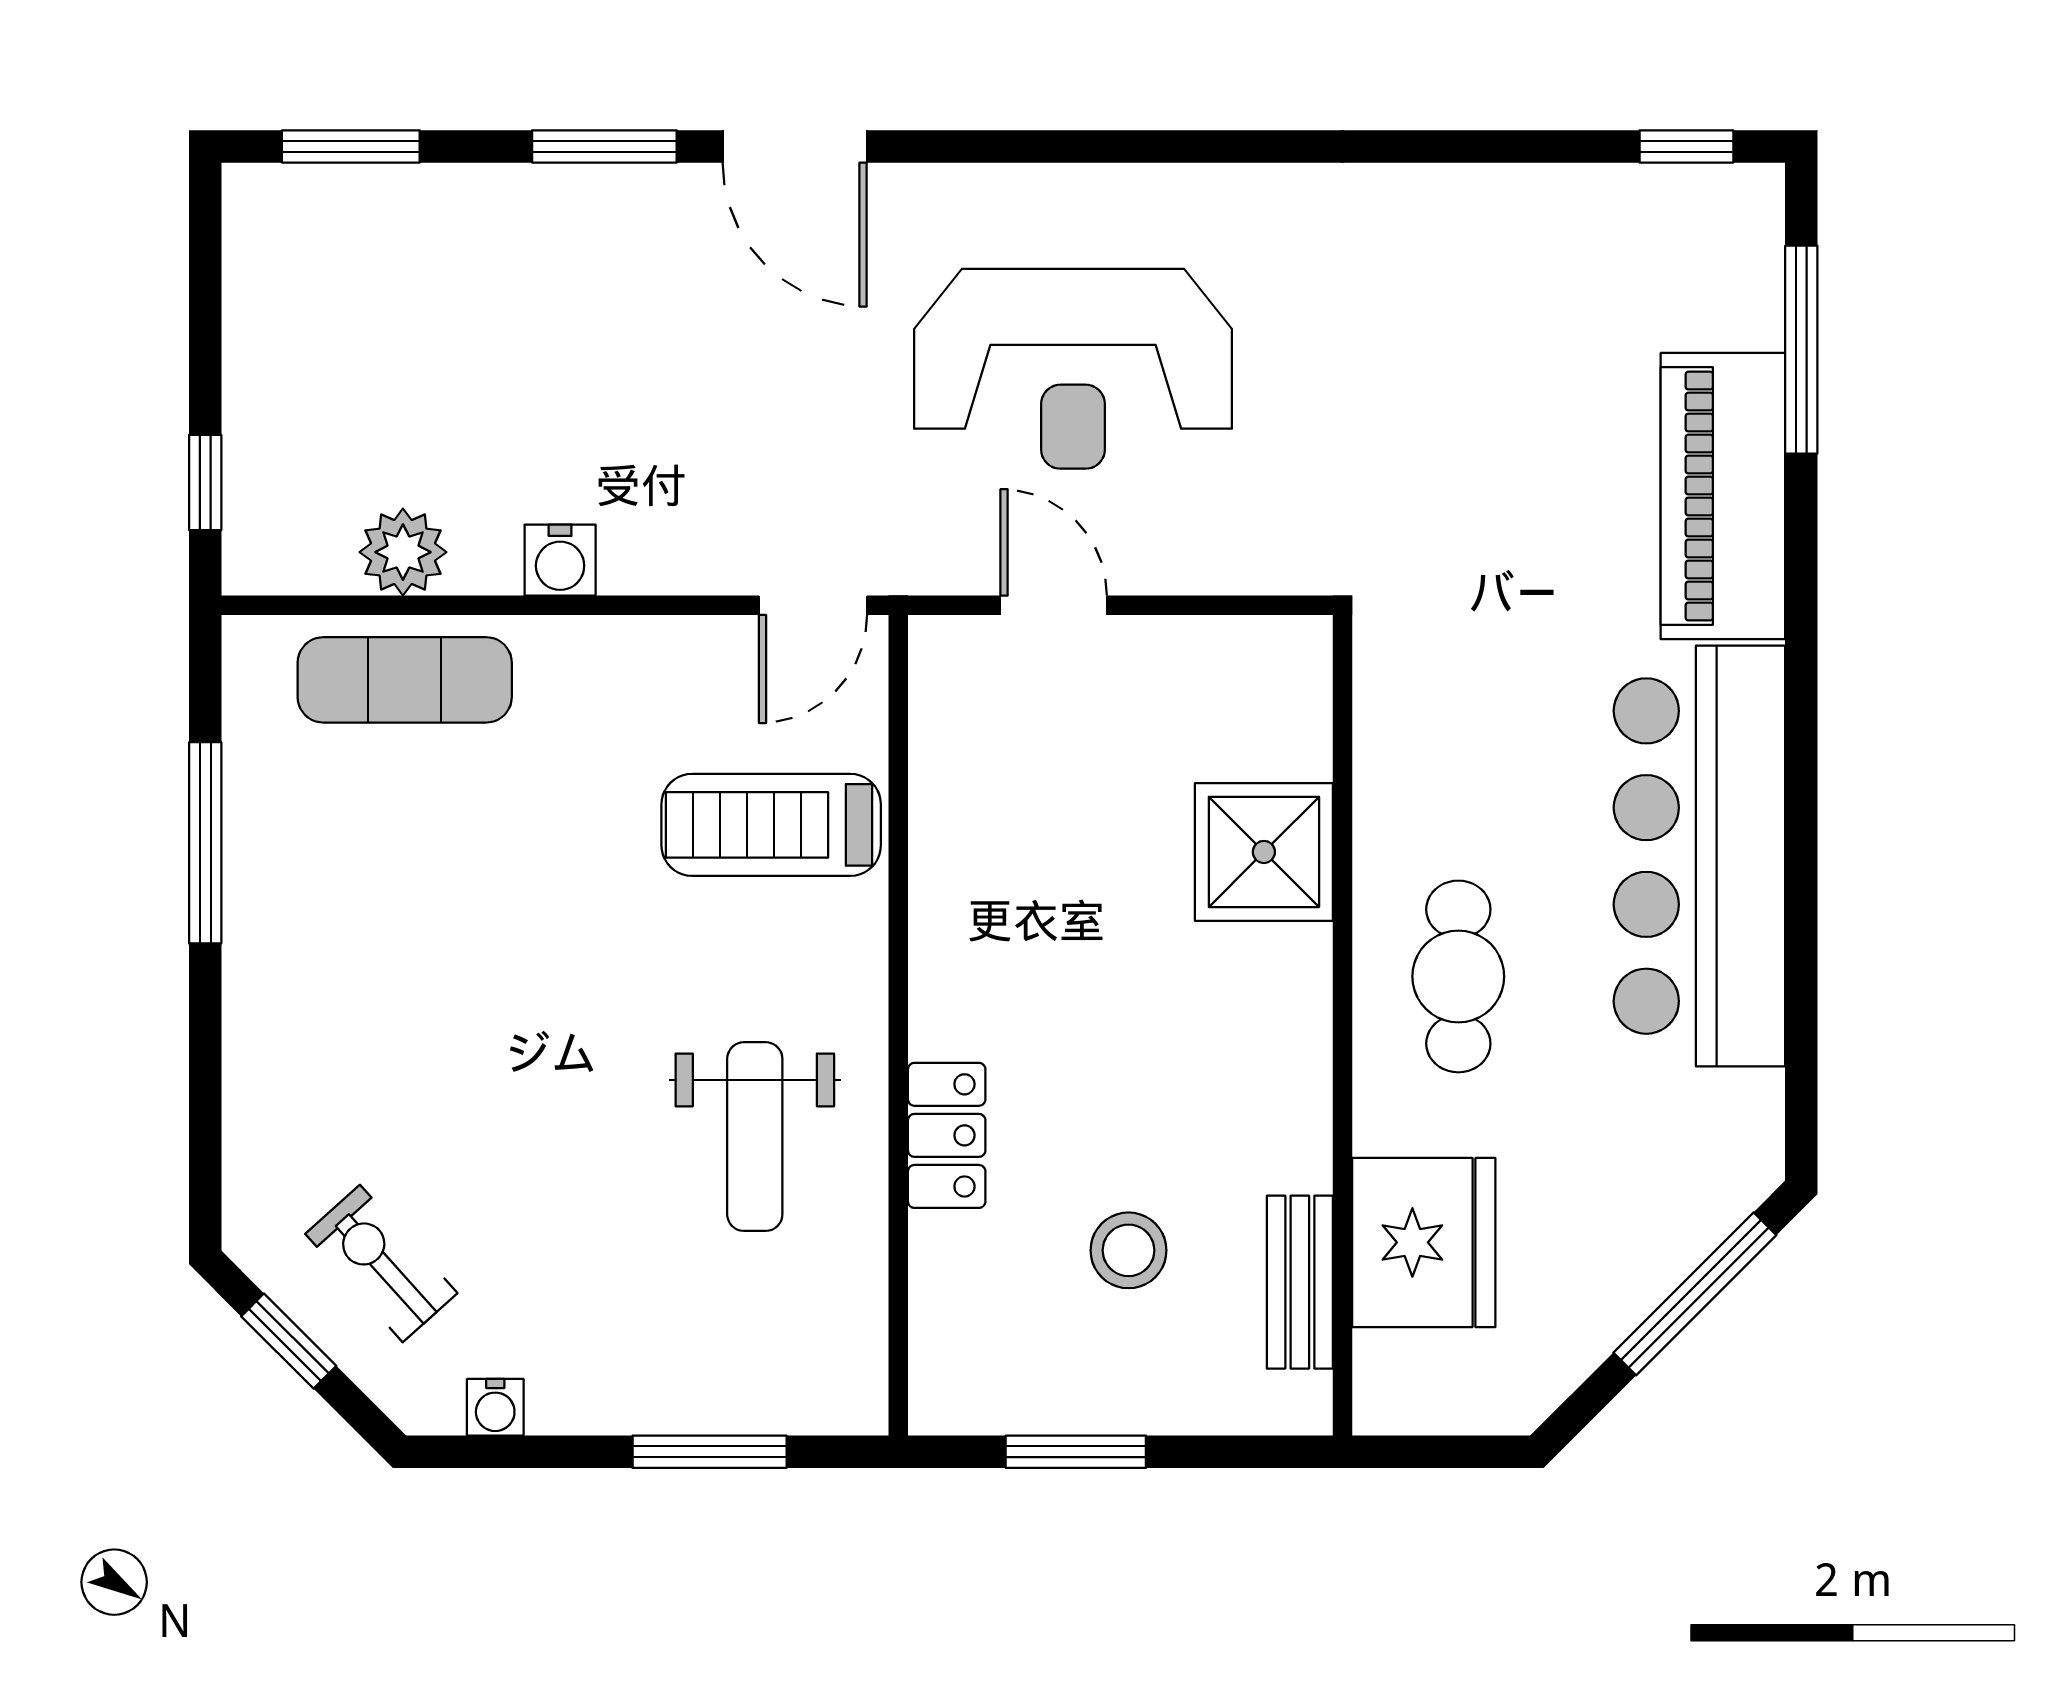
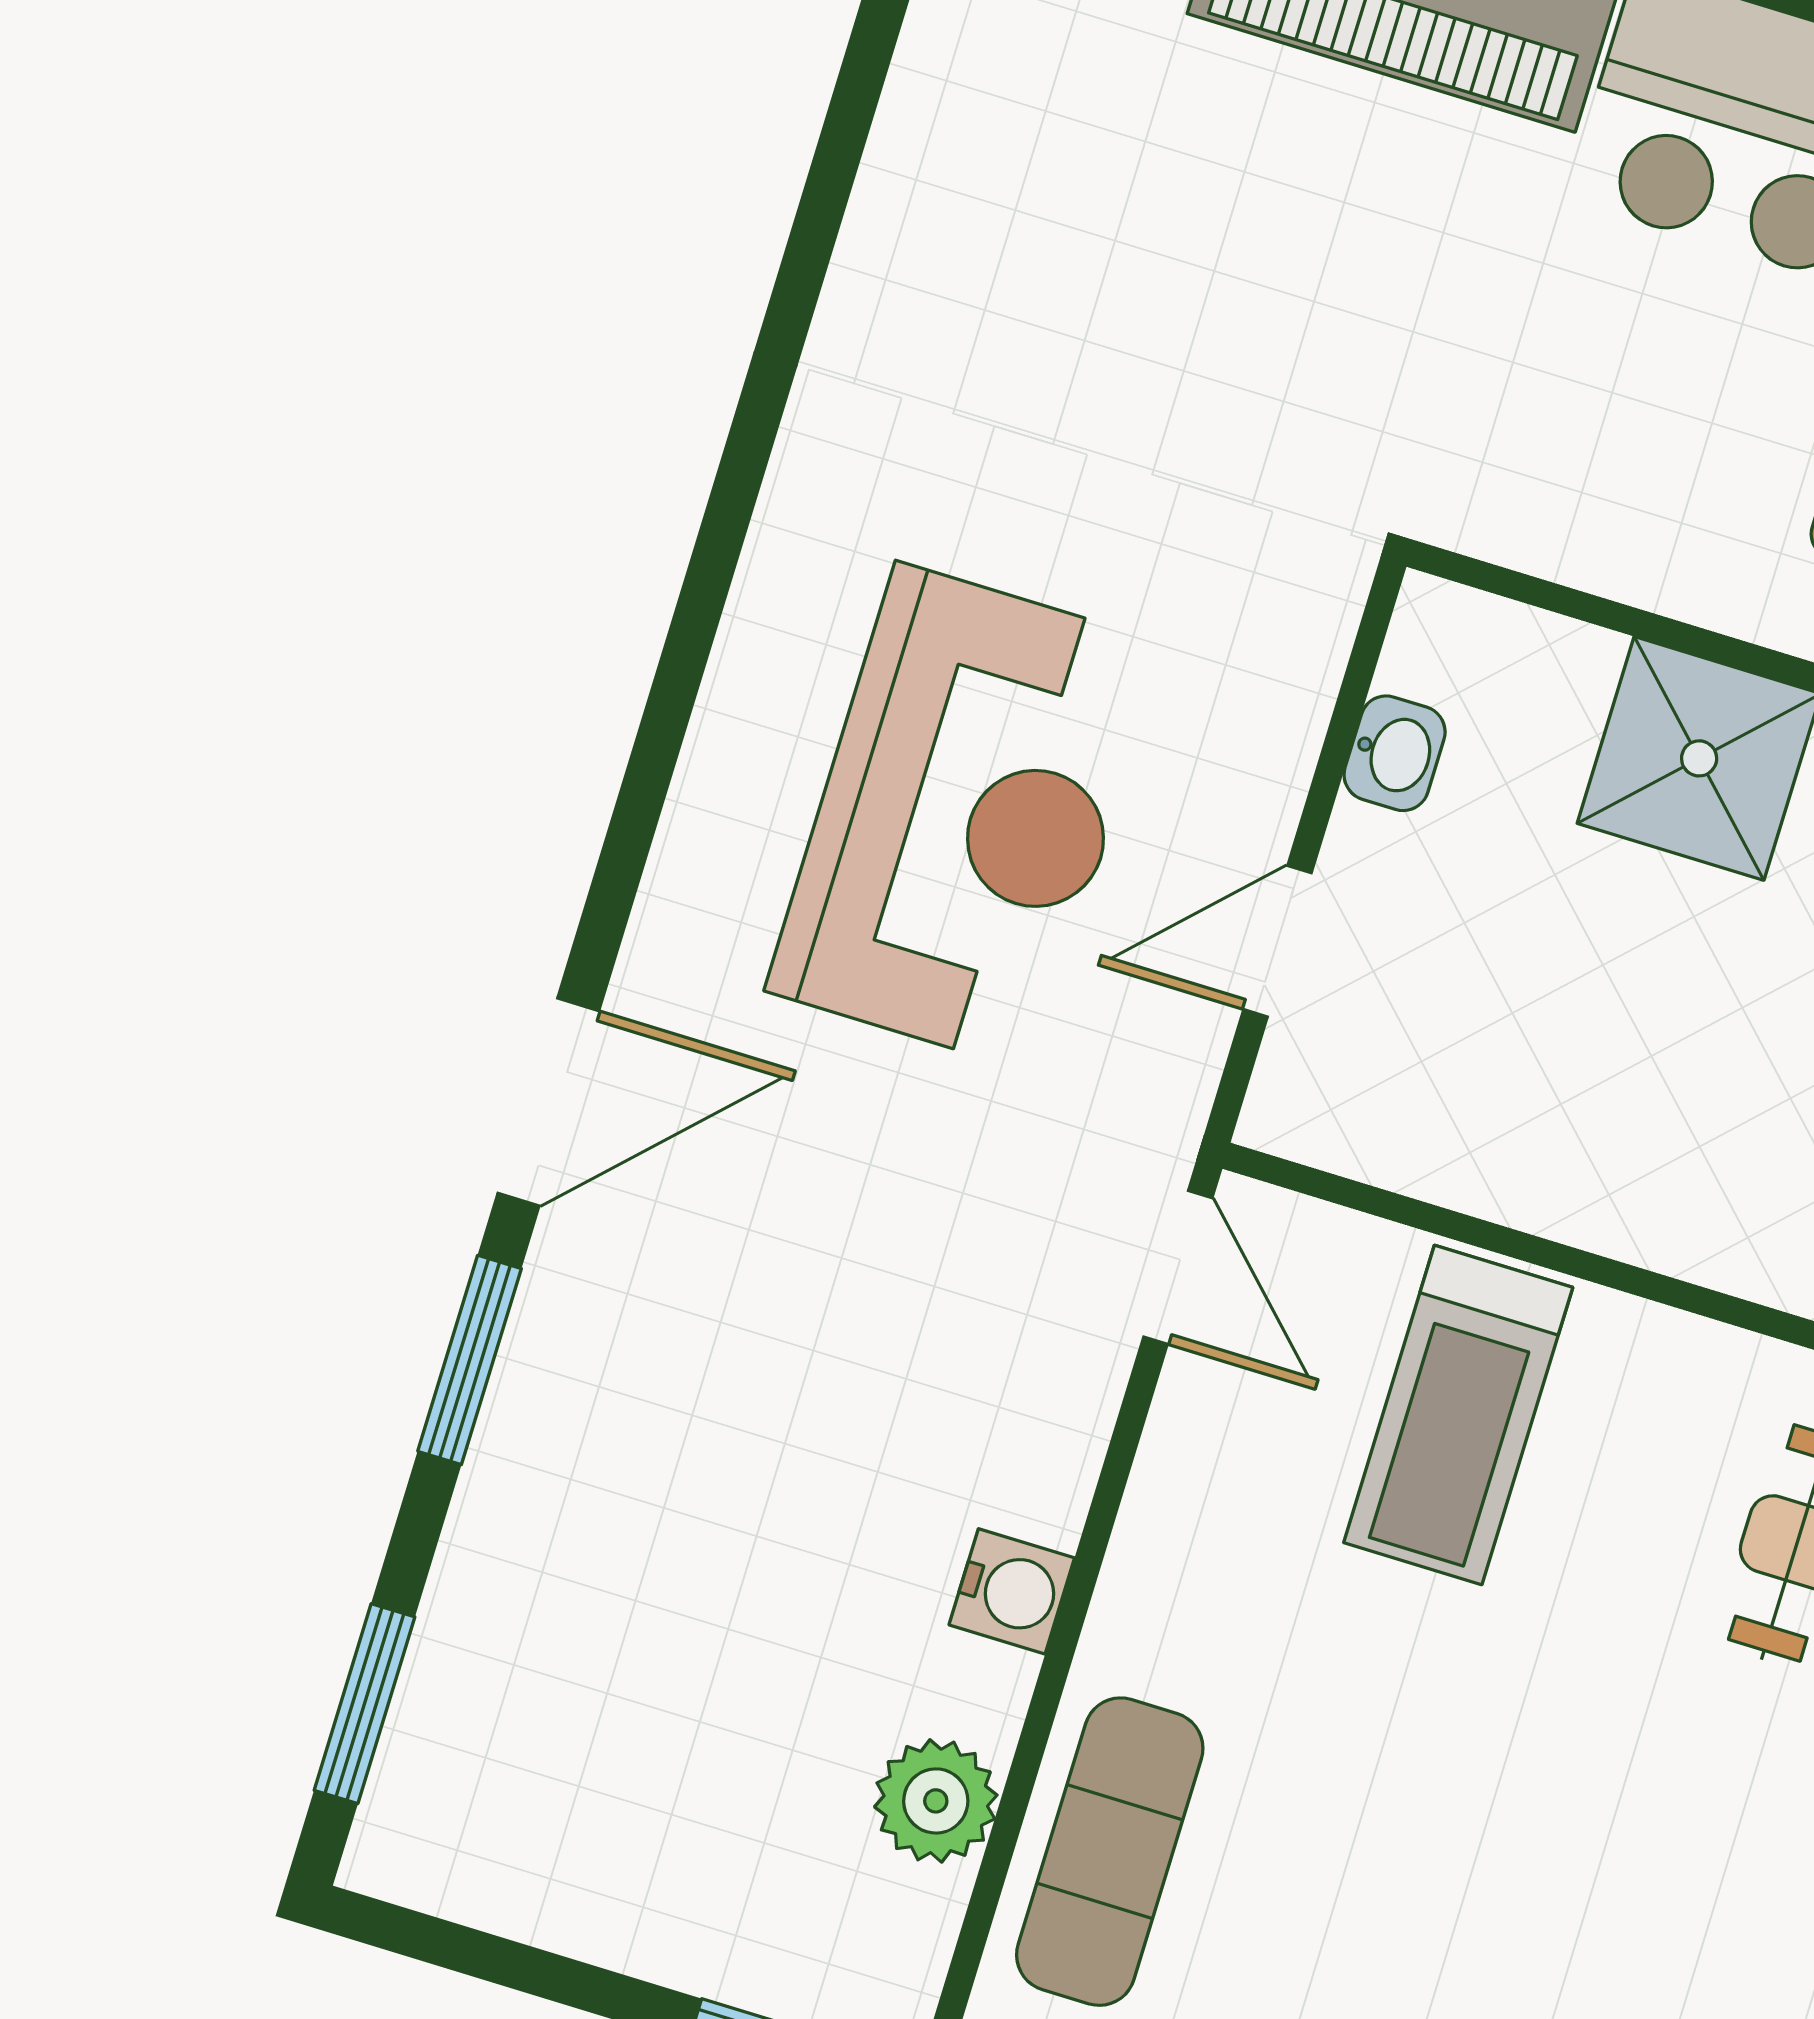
washbasin: (1205, 645) -> (1395, 753), added

